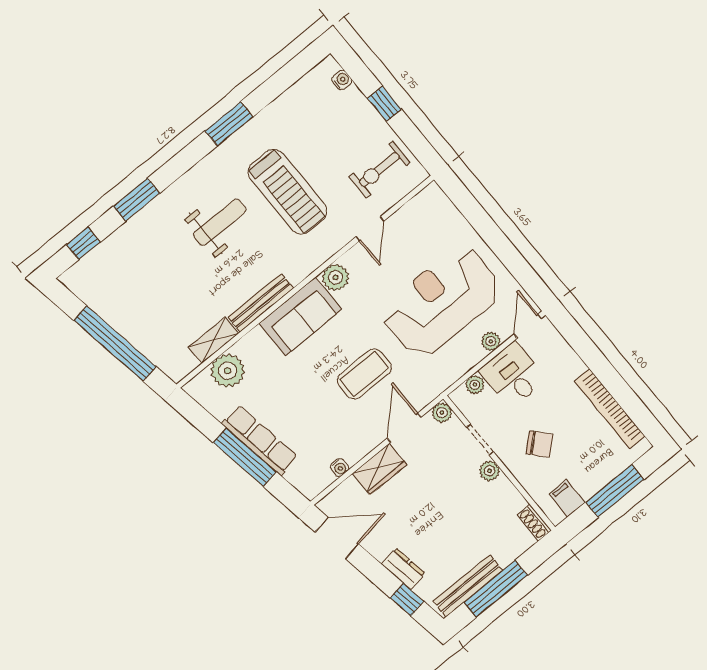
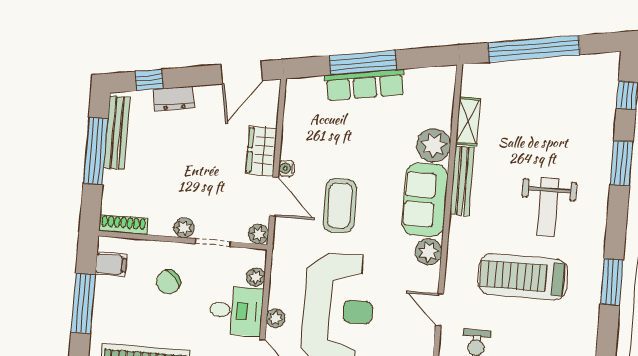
plant: (228, 371) -> (434, 145), moved
water cooler: (340, 467) -> (286, 168), moved
shoe rack: (534, 523) -> (123, 225), width x1.43

